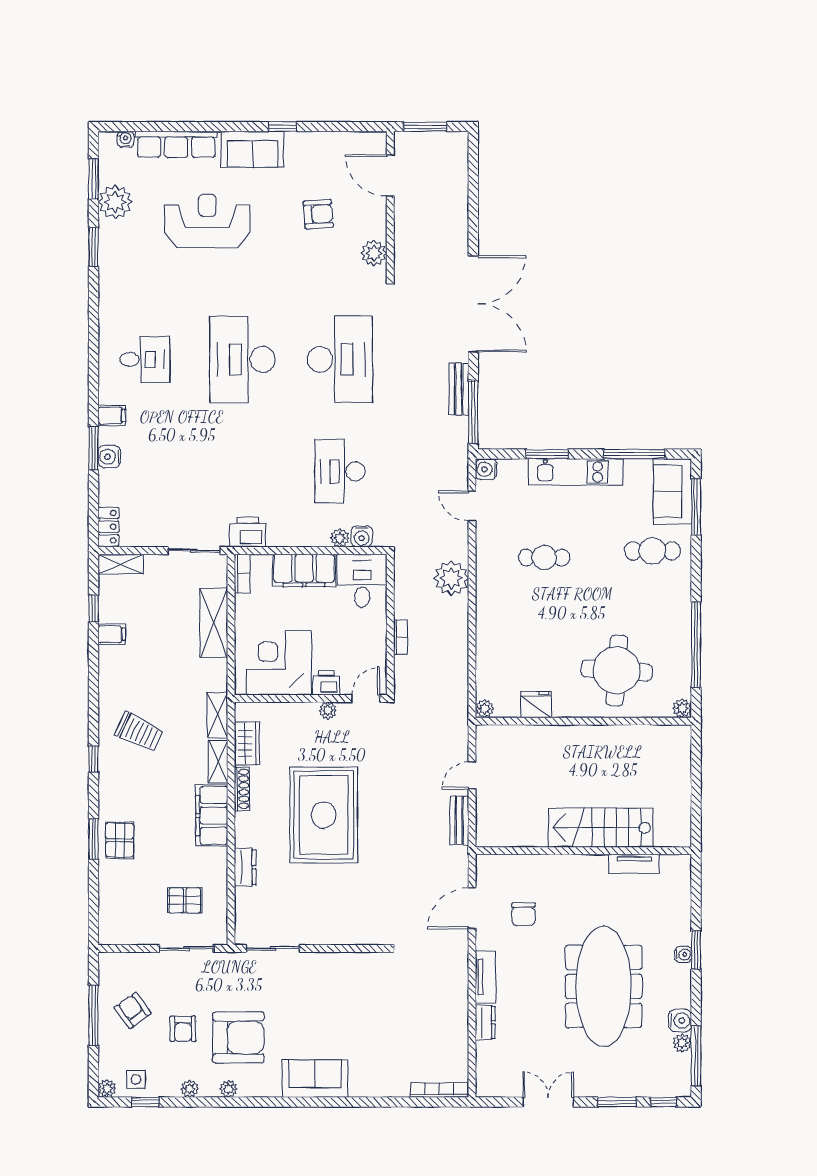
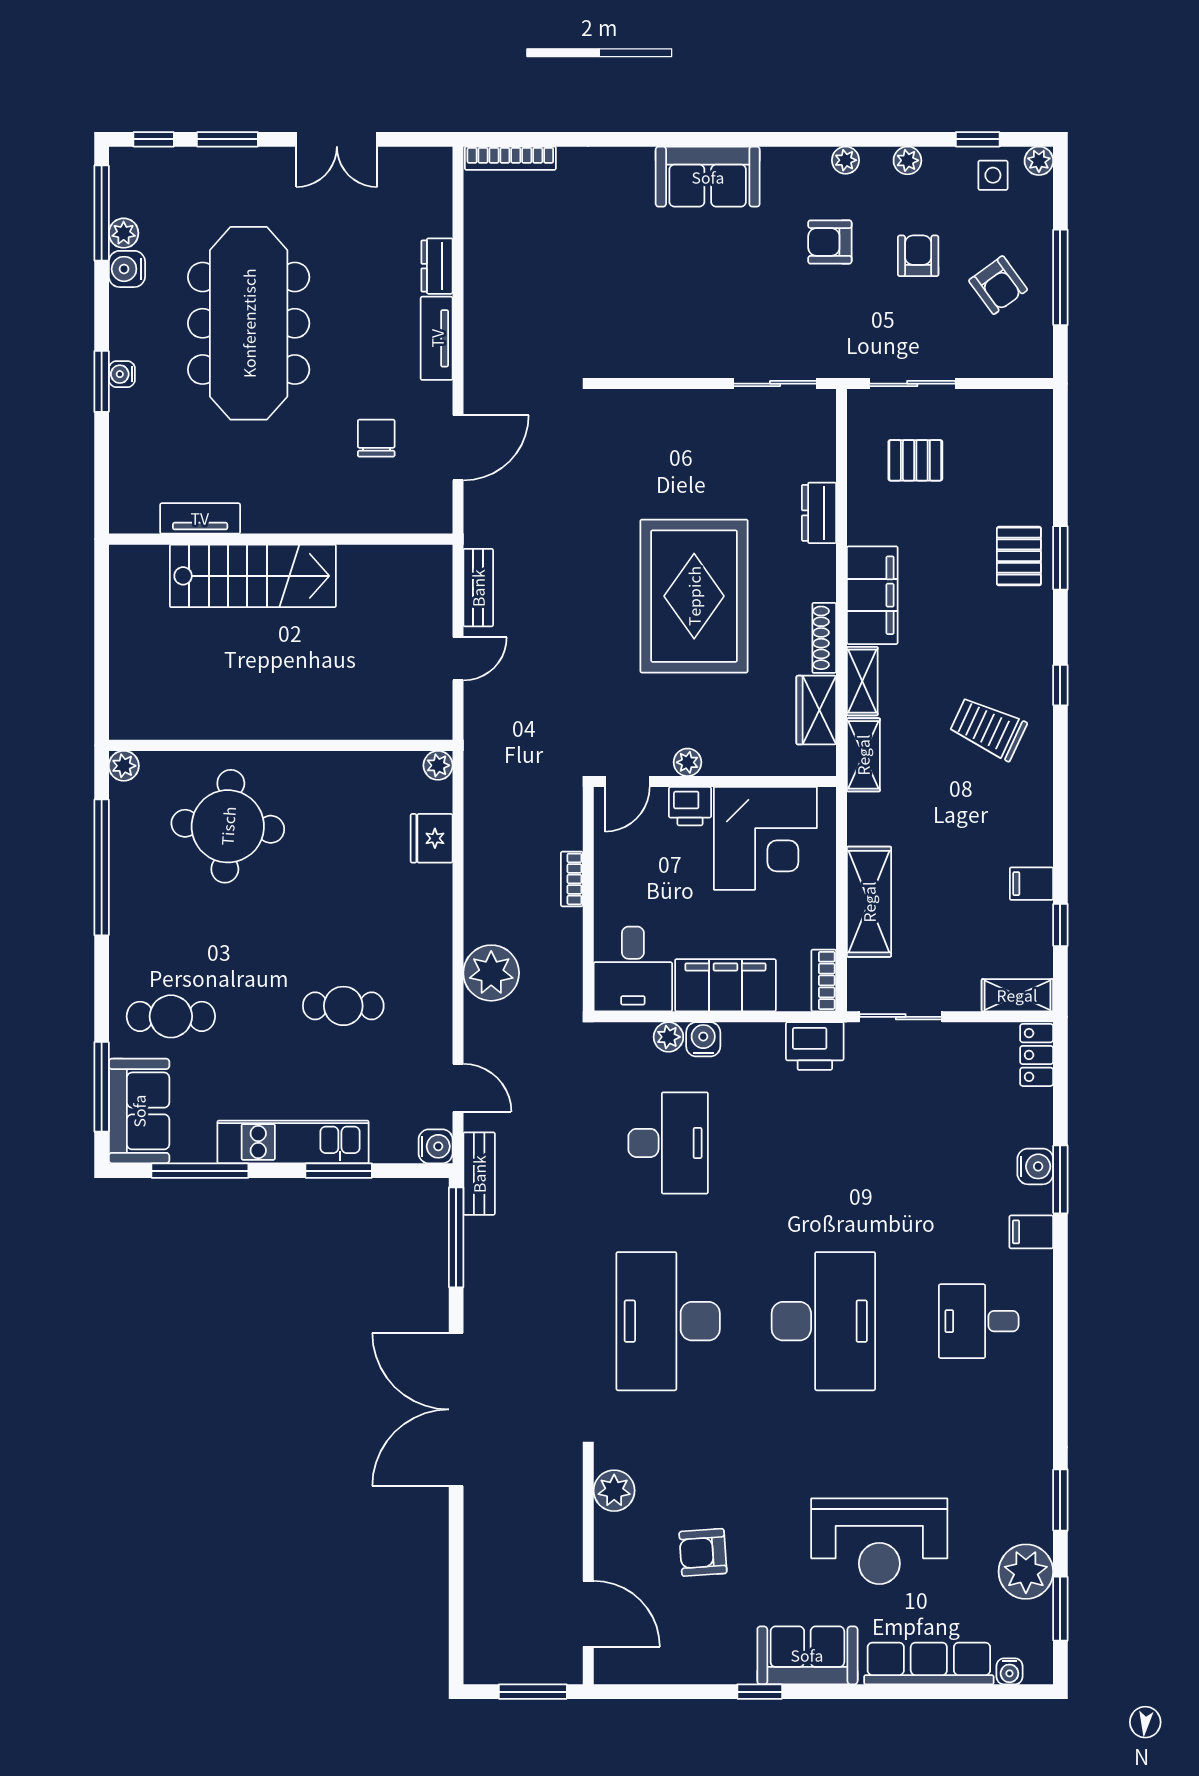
bench: (459, 389) -> (479, 1174), moved
water cooler: (362, 536) -> (703, 1039), moved
fridge: (536, 705) -> (432, 838), moved, turned 90
armchair: (238, 1037) -> (830, 242), width x0.53, depth x0.53

